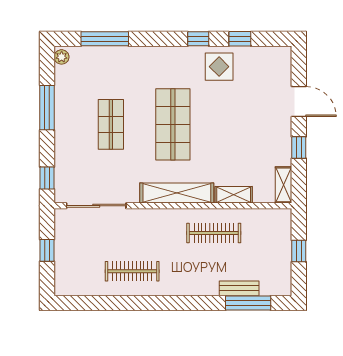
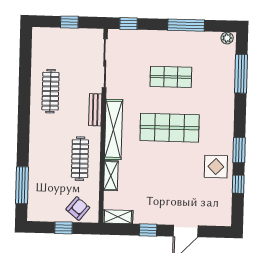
window: (198, 39) -> (239, 150), width x1.50
armchair: (275, 234) -> (78, 208), added
bench: (239, 288) -> (95, 110), moved

